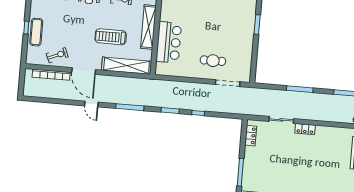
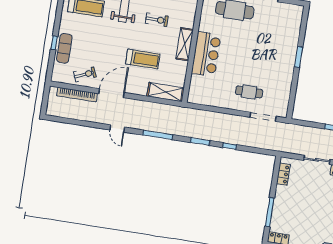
shelving: (149, 27) -> (185, 44), width x0.68
treadmill: (111, 37) -> (143, 59), turned 180
bar counter: (169, 42) -> (206, 54), moved
shelving: (127, 66) -> (166, 92), width x0.68
door: (84, 71) -> (112, 93), swing flipped

